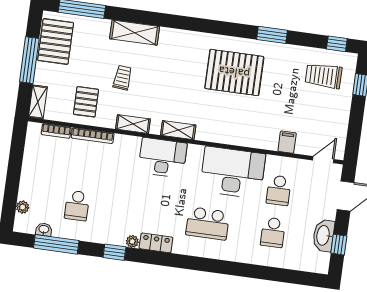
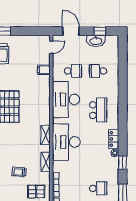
desk: (163, 158) -> (66, 142), width x1.36, depth x1.30
door: (323, 160) -> (51, 47), swing flipped
school desk: (273, 232) -> (98, 71), turned 180

